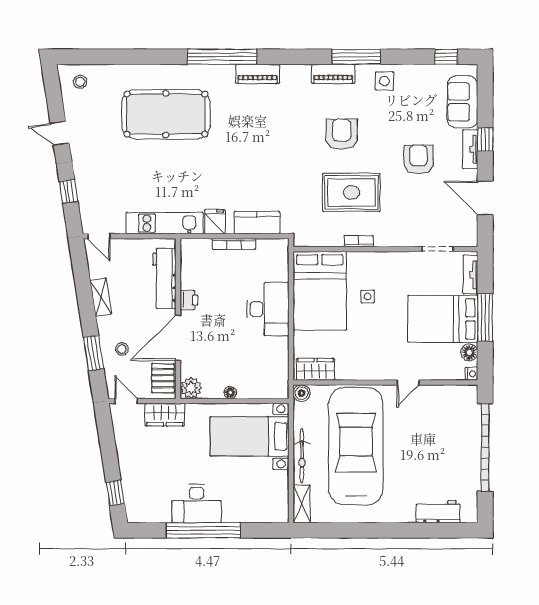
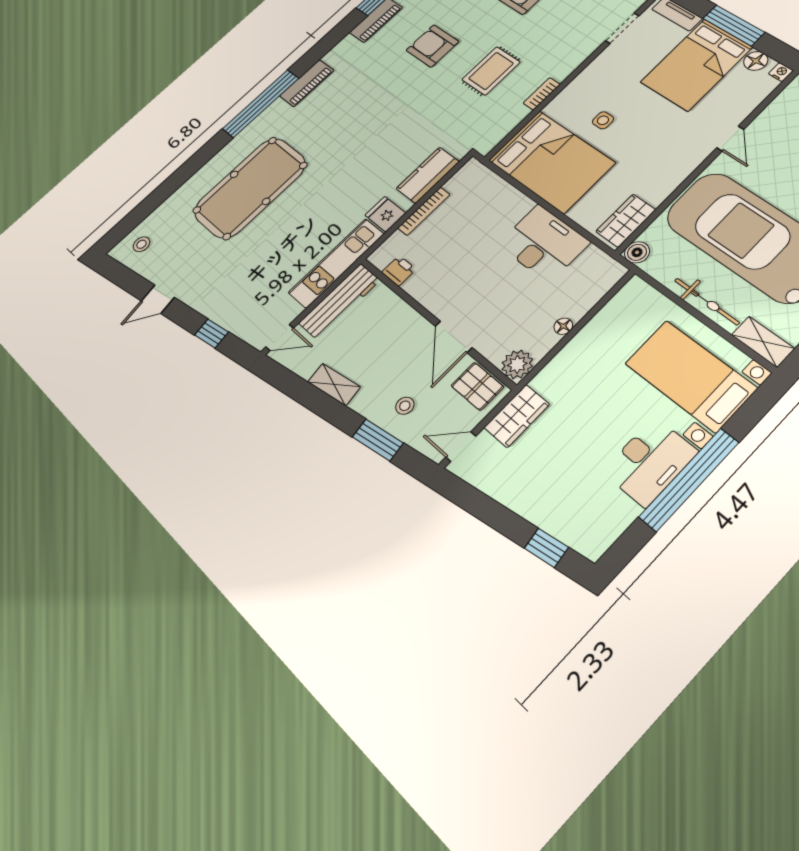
rug: (351, 192) -> (491, 71), width x0.73, depth x0.70
workbench: (164, 279) -> (339, 302), moved, turned -90
printer: (189, 300) -> (399, 271), moved
desk: (268, 309) -> (543, 243), moved
door: (178, 338) -> (454, 337), width x0.73
bed with nightstands: (250, 436) -> (690, 376), moved, turned 90

